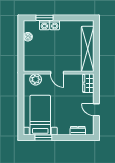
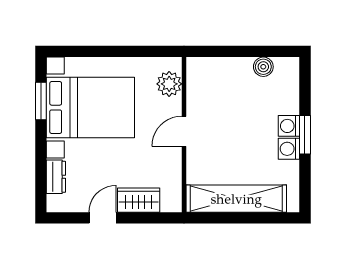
window: (45, 18) -> (305, 135), moved
washing machine: (44, 25) -> (289, 149), moved
wardrobe: (88, 83) -> (139, 200), moved
bed with nightstands: (40, 115) -> (90, 108), width x1.36

